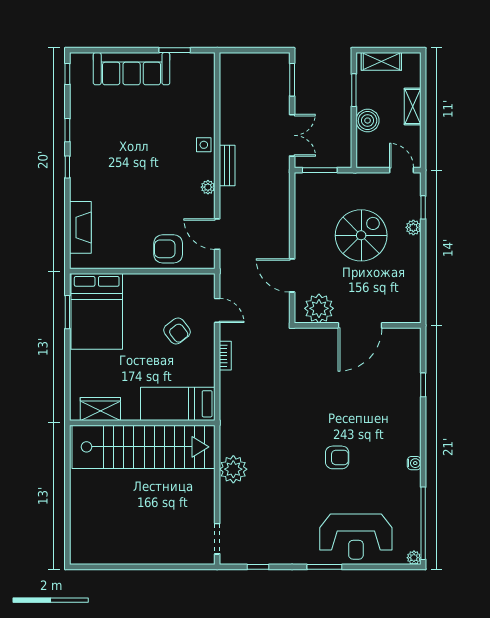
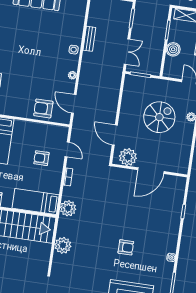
bench: (227, 165) -> (89, 39), moved
armchair: (177, 331) -> (41, 158), turned 128
plant: (233, 407) -> (68, 208), added

